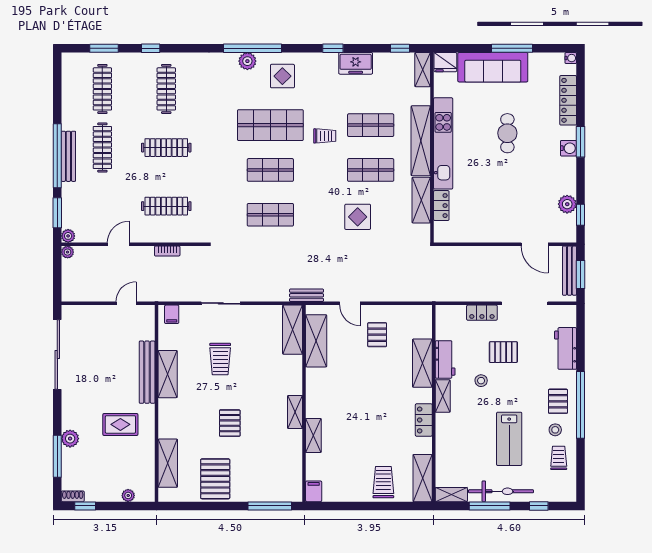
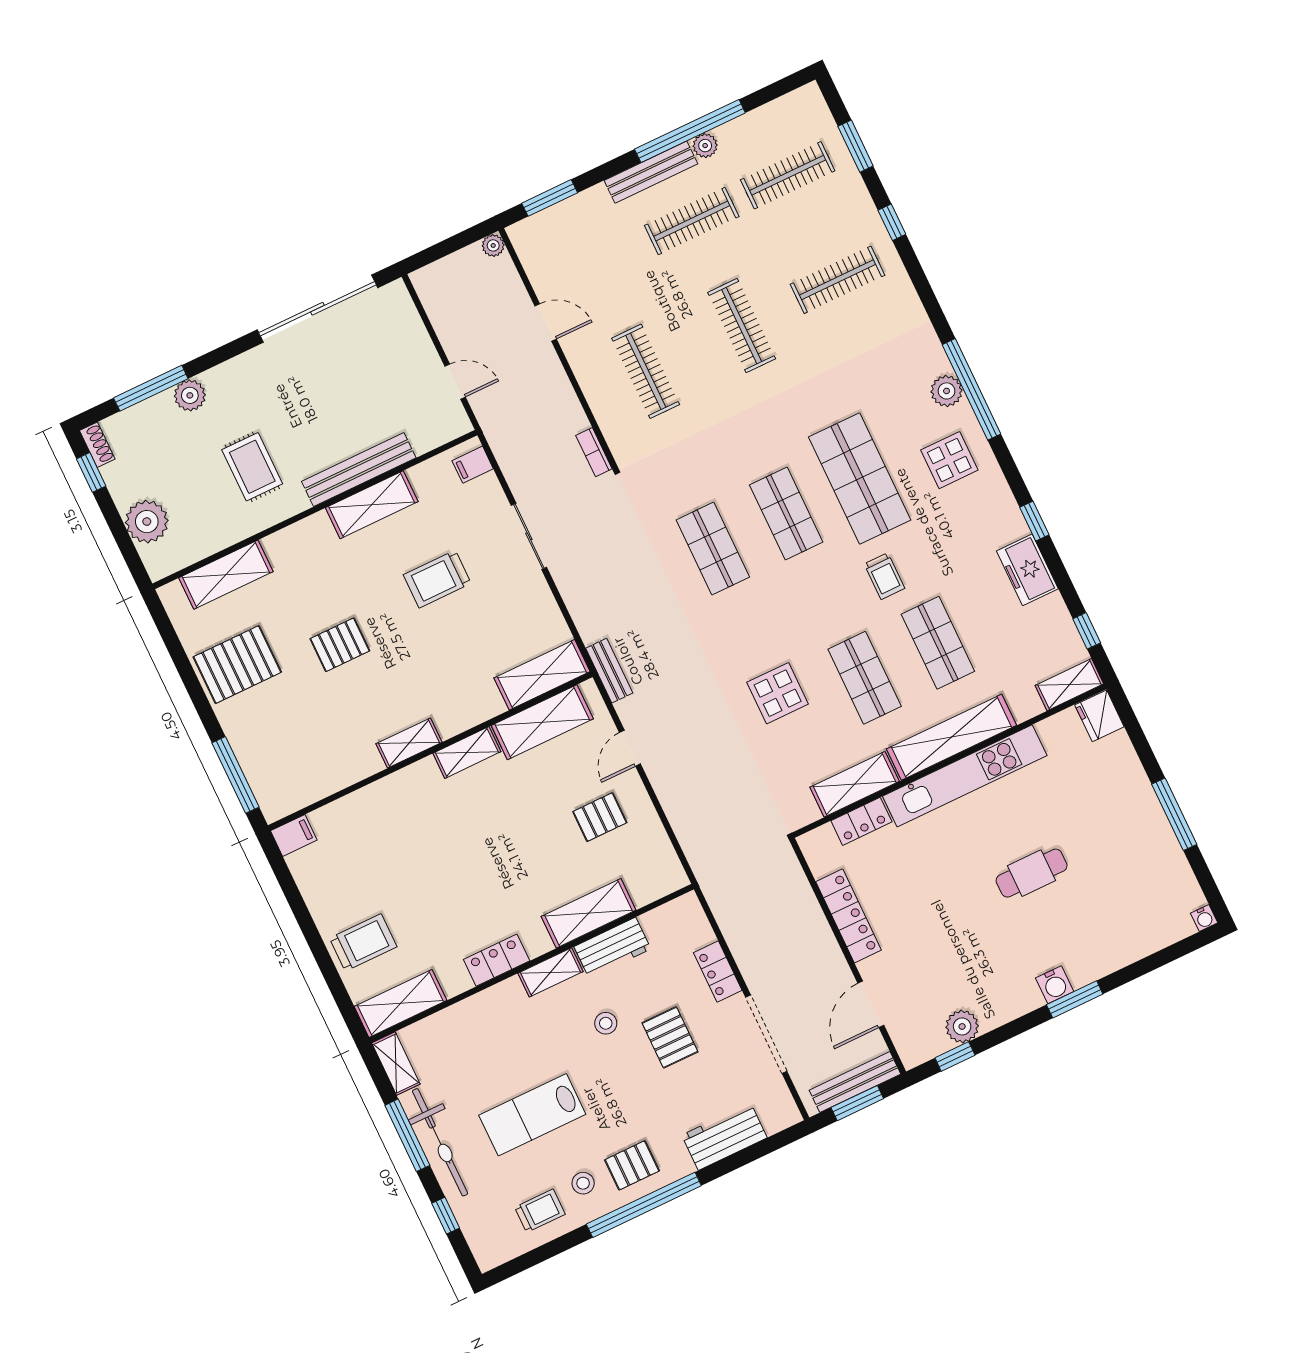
sofa: (493, 67) -> (1128, 798), removed
locker: (568, 100) -> (849, 916), moved, turned 90
window: (57, 156) -> (690, 131), moved
plant: (68, 236) -> (705, 146), moved
bookcase: (167, 251) -> (594, 452), moved
shelving: (313, 435) -> (467, 752), moved
plant: (128, 495) -> (147, 522), width x1.88, depth x1.88

